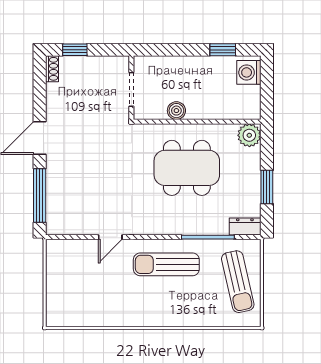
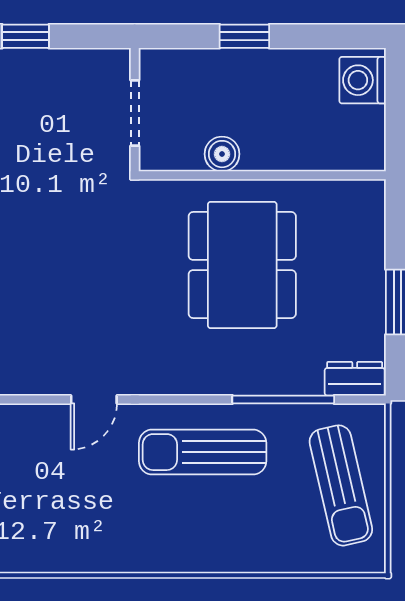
window: (223, 50) -> (244, 36), moved
plant: (249, 135) -> (363, 202), removed
dining table: (187, 168) -> (242, 265), turned 90

